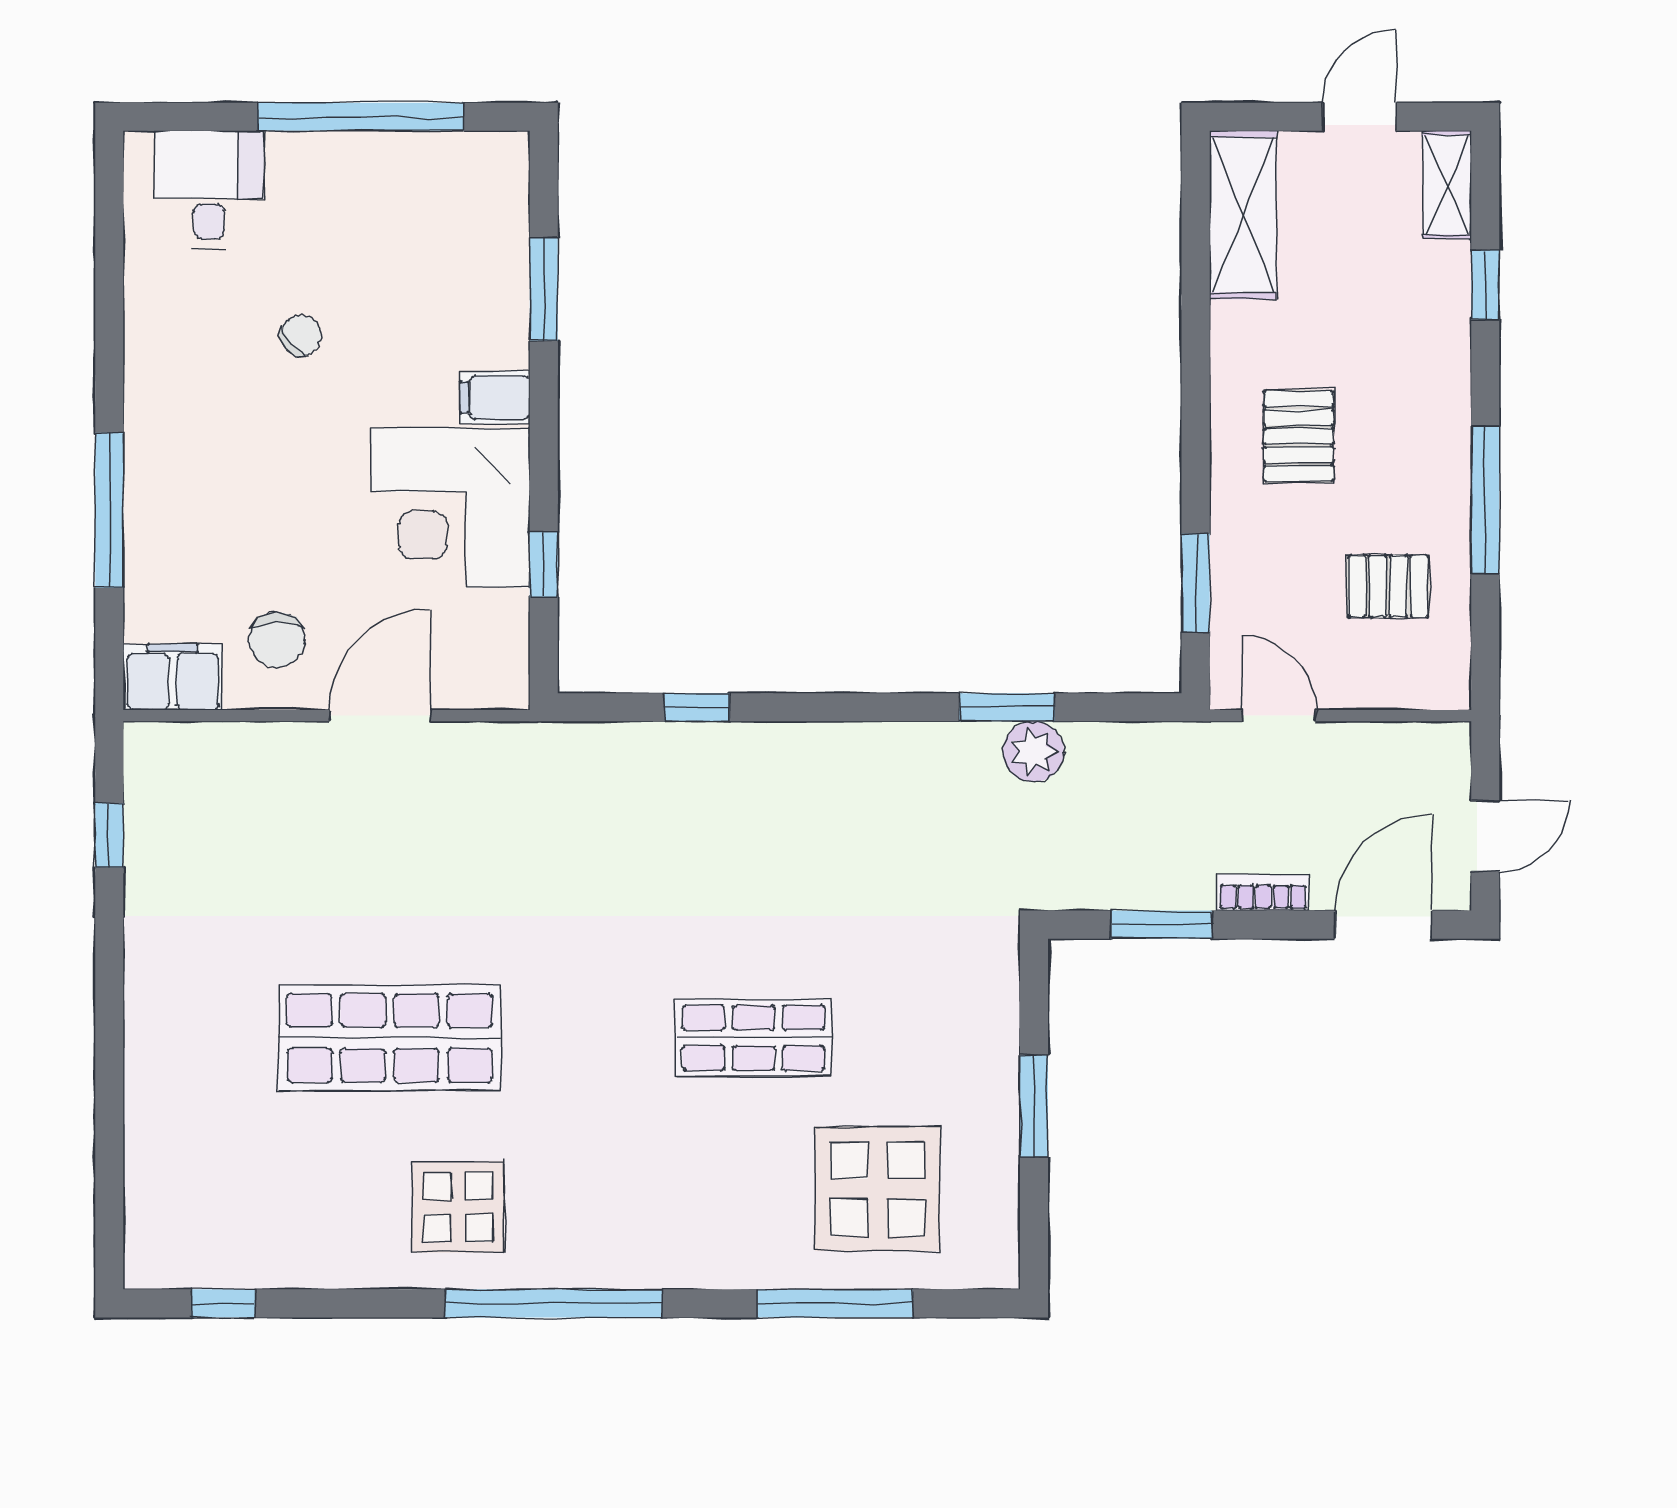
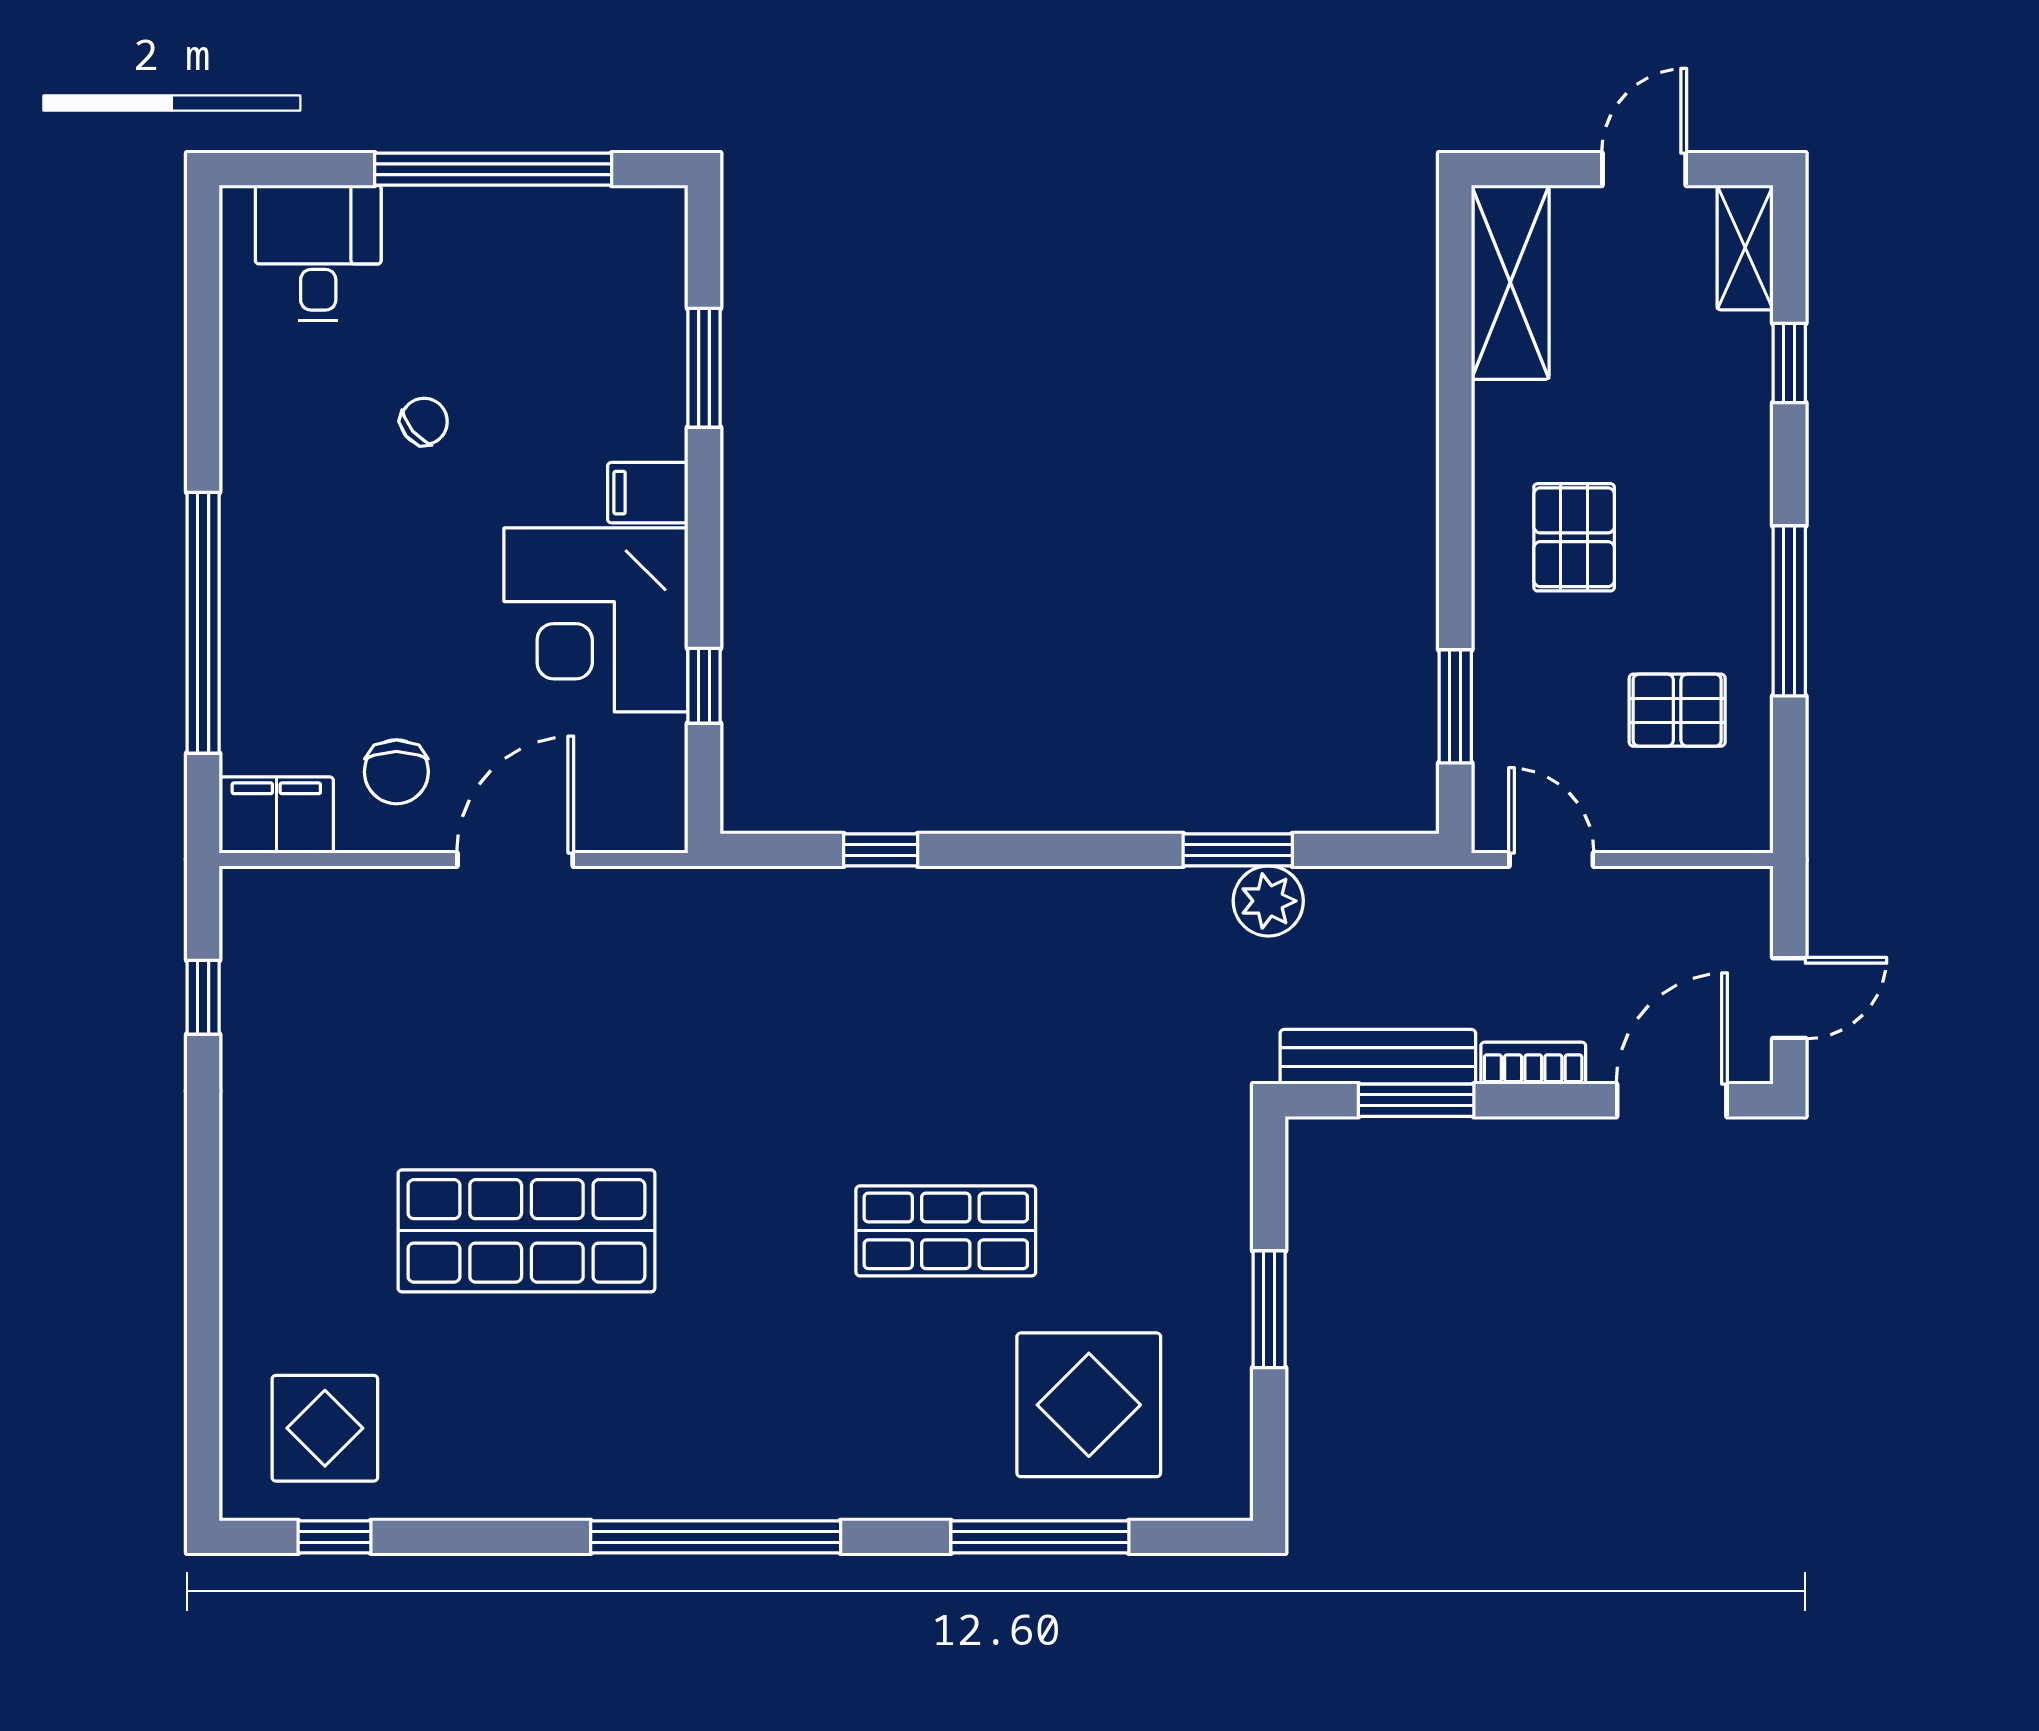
window: (109, 510) -> (203, 623), width x1.46
bench: (1128, 887) -> (1378, 1057), added
display table: (458, 1207) -> (325, 1428), moved

